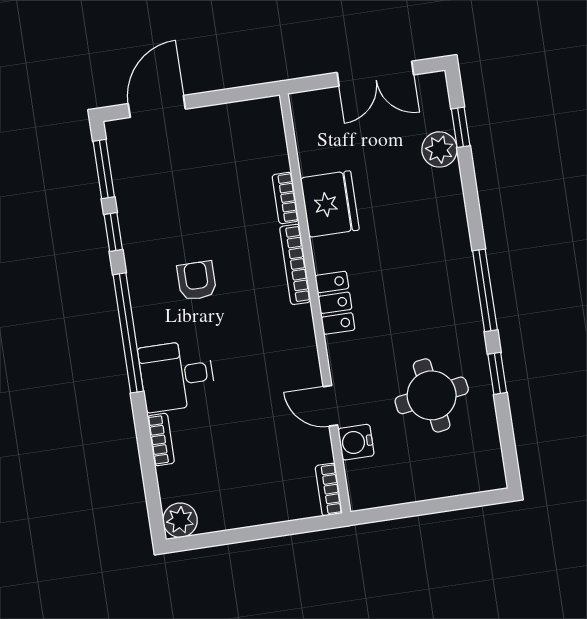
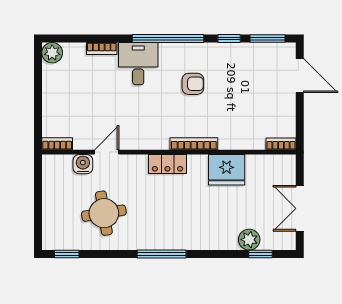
bookcase: (285, 198) -> (281, 144), moved
window: (497, 373) -> (67, 254), moved

